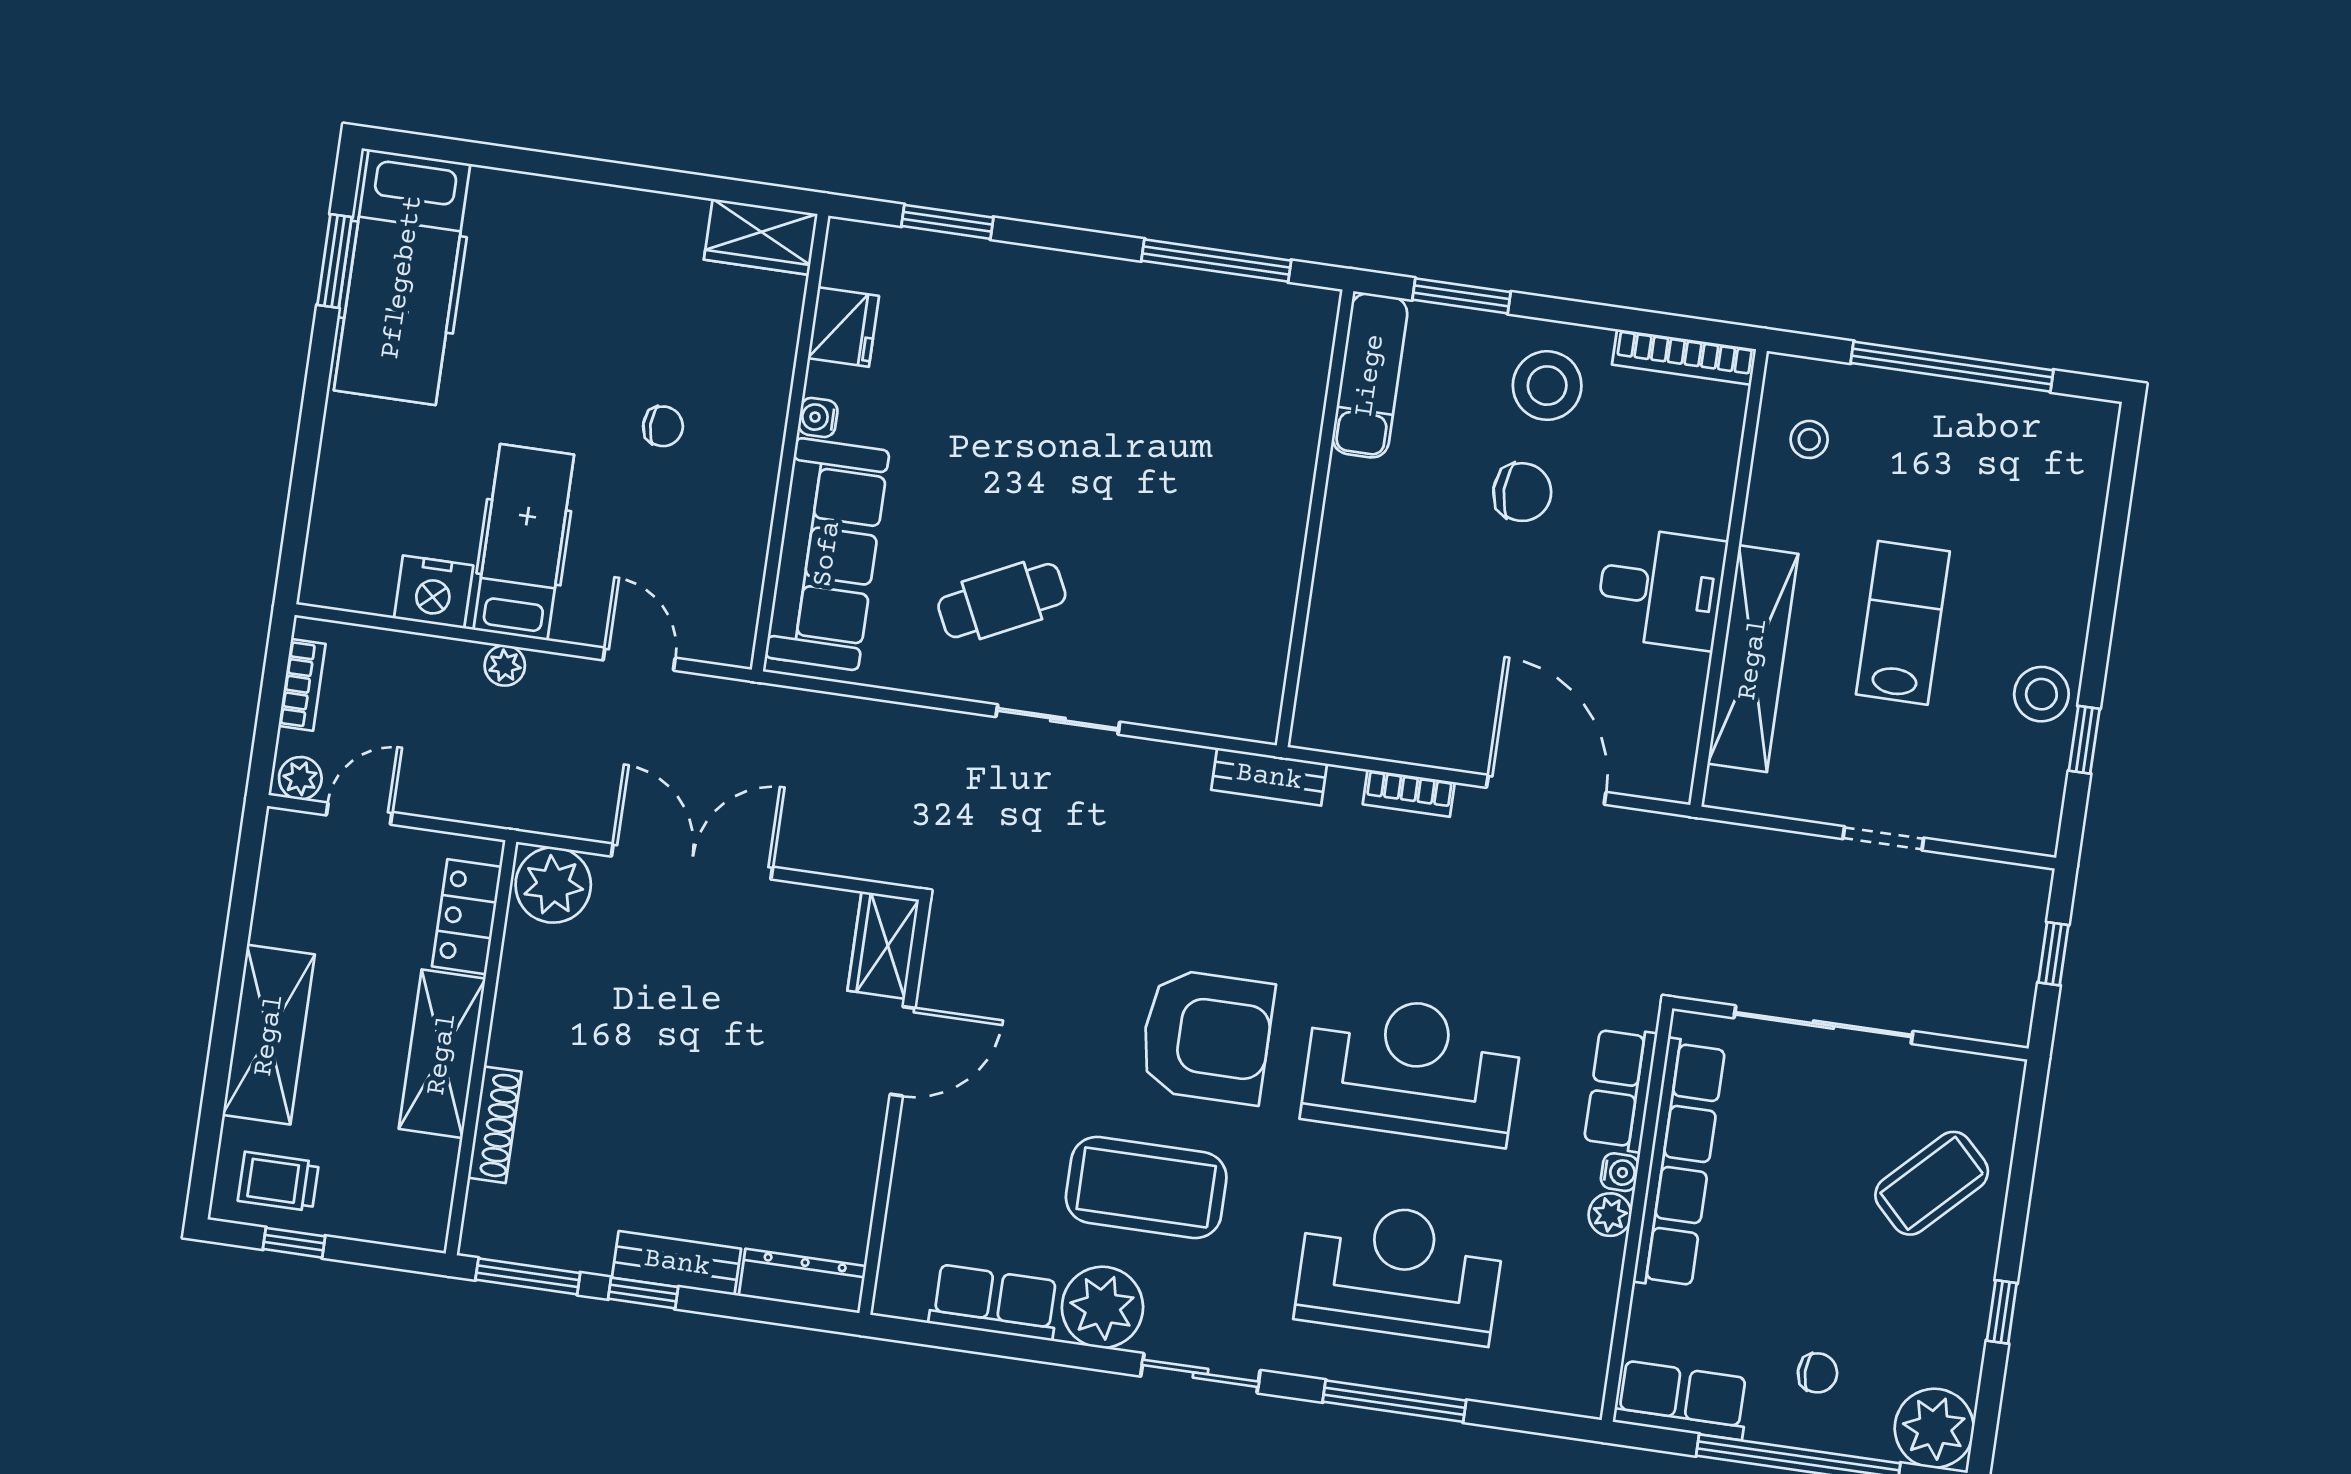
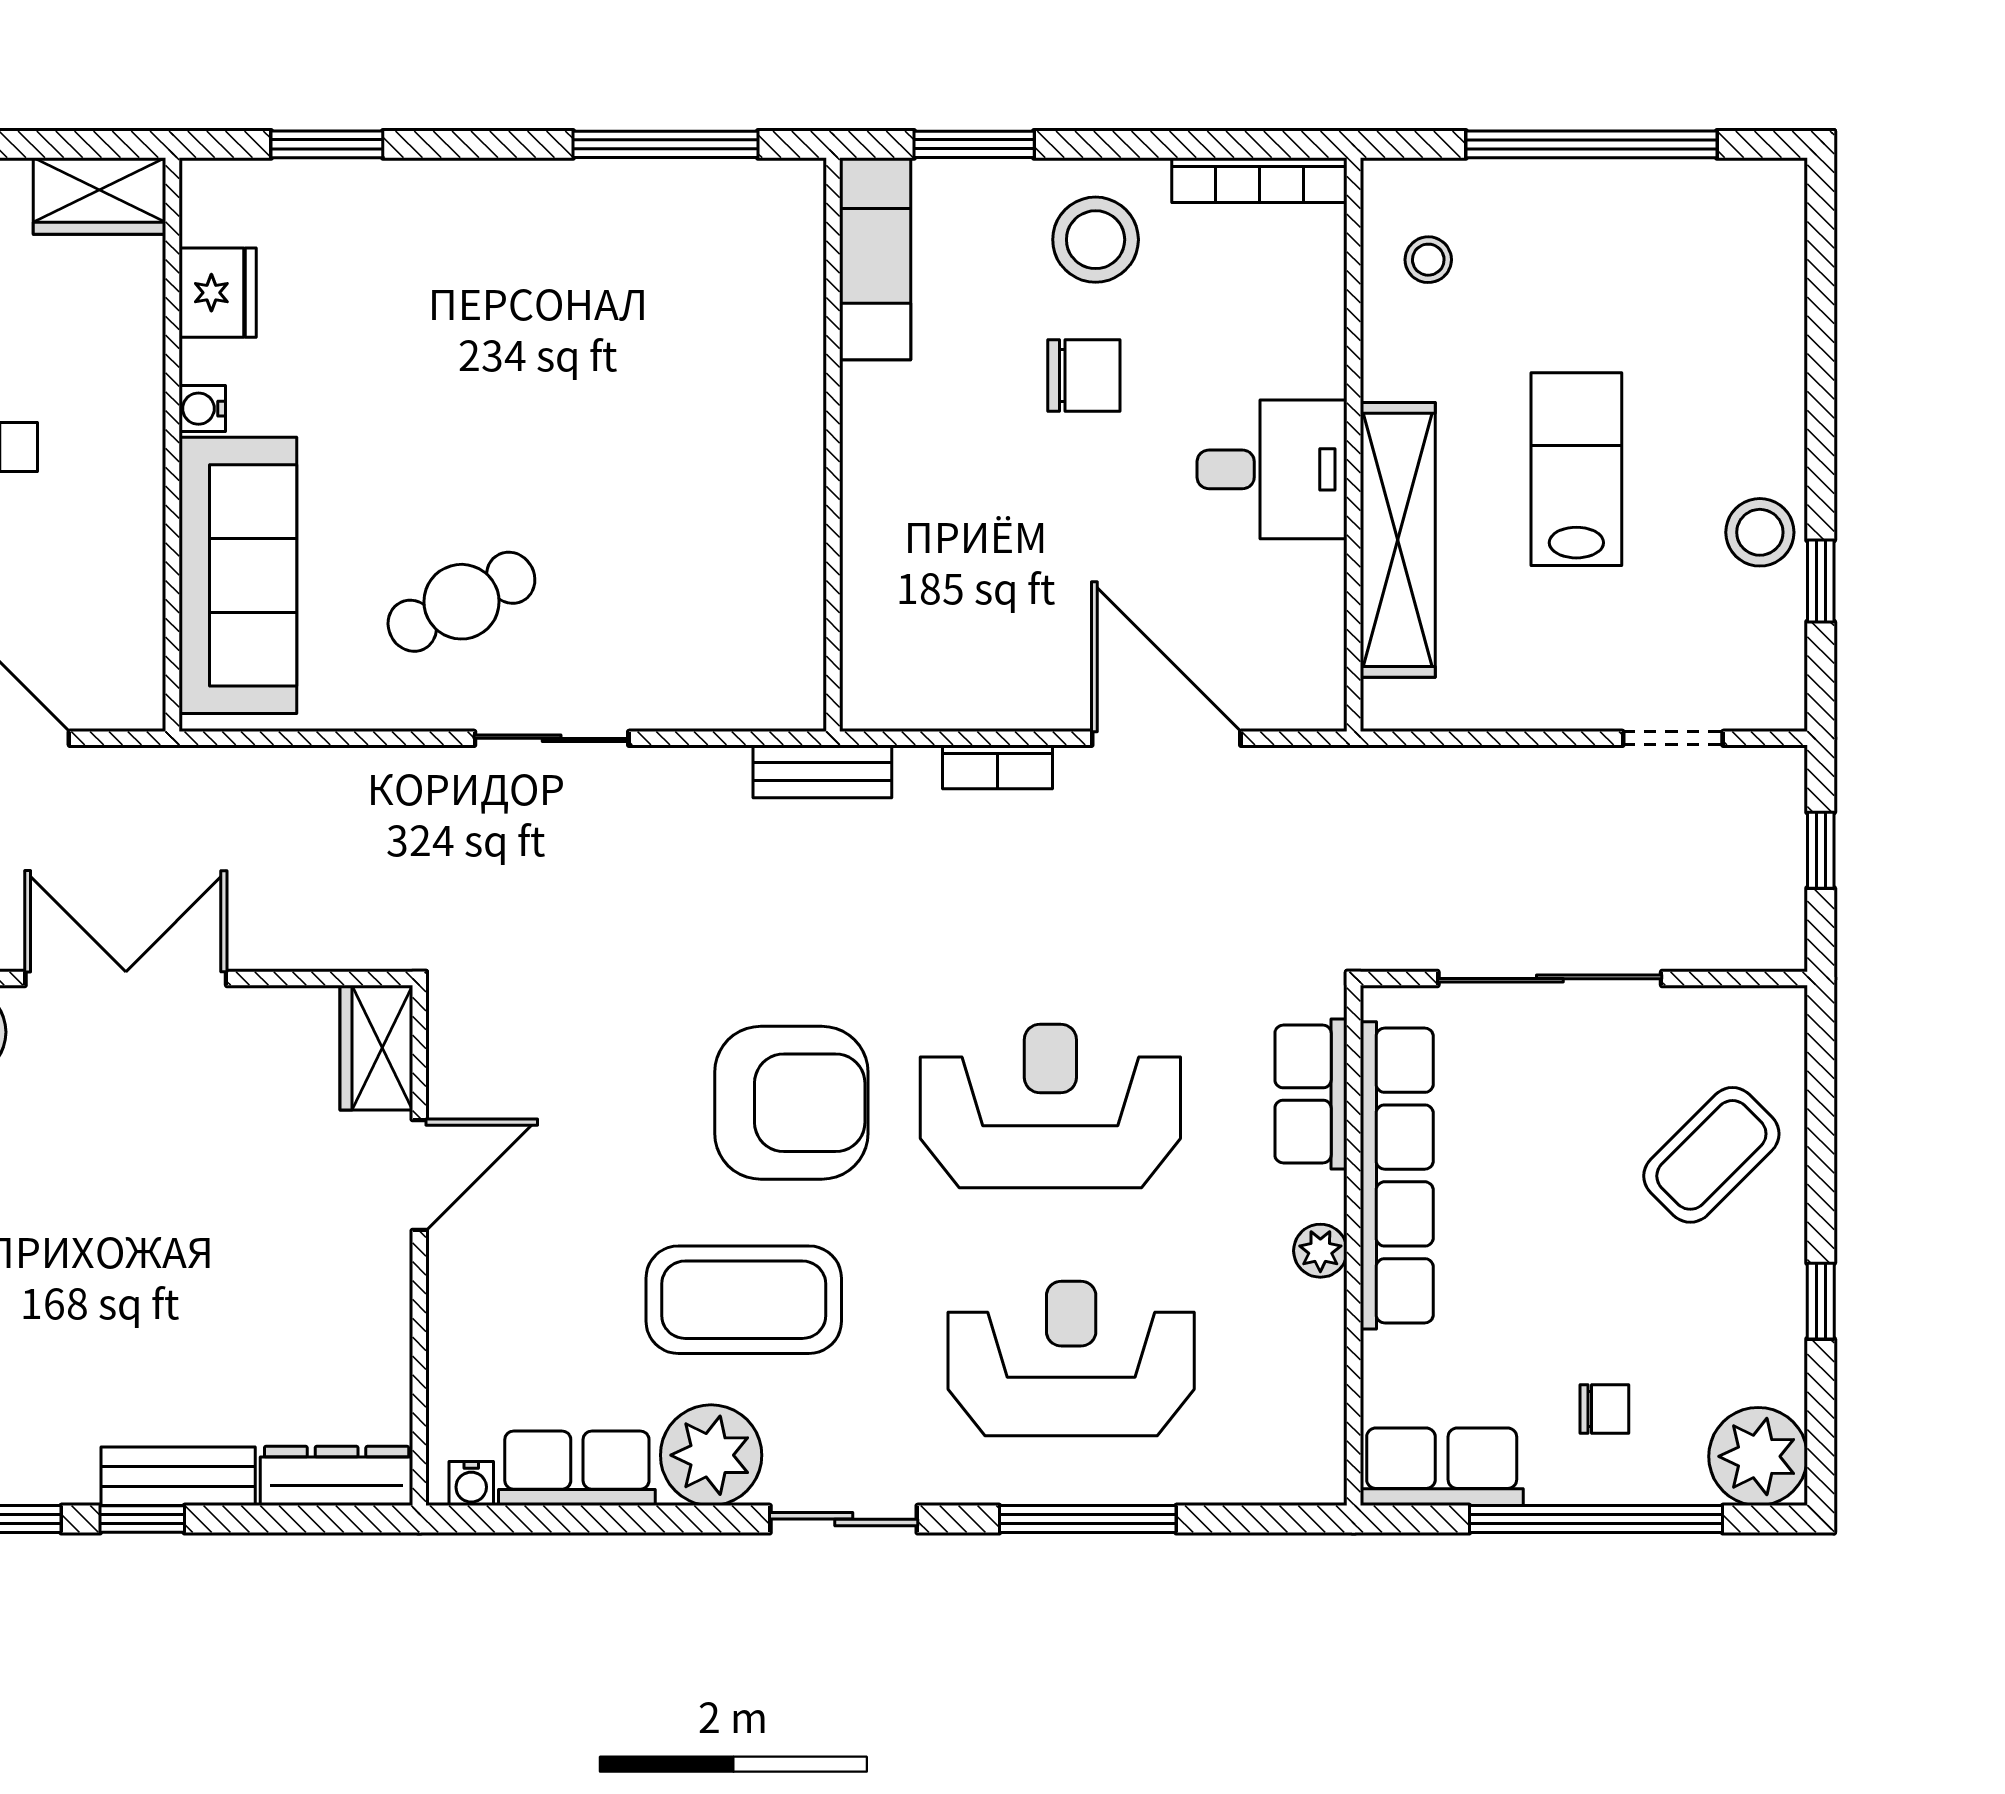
doorway: (1883, 838) -> (1673, 738), moved
water cooler: (1620, 1172) -> (471, 1484), moved, turned 90

